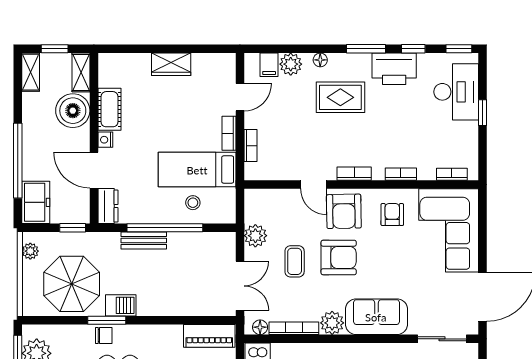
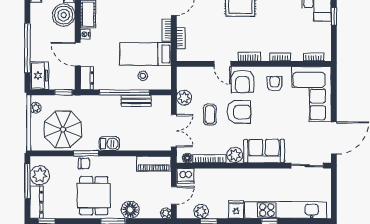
bench: (144, 241) -> (136, 101), moved
barbecue: (121, 305) -> (109, 144), moved

